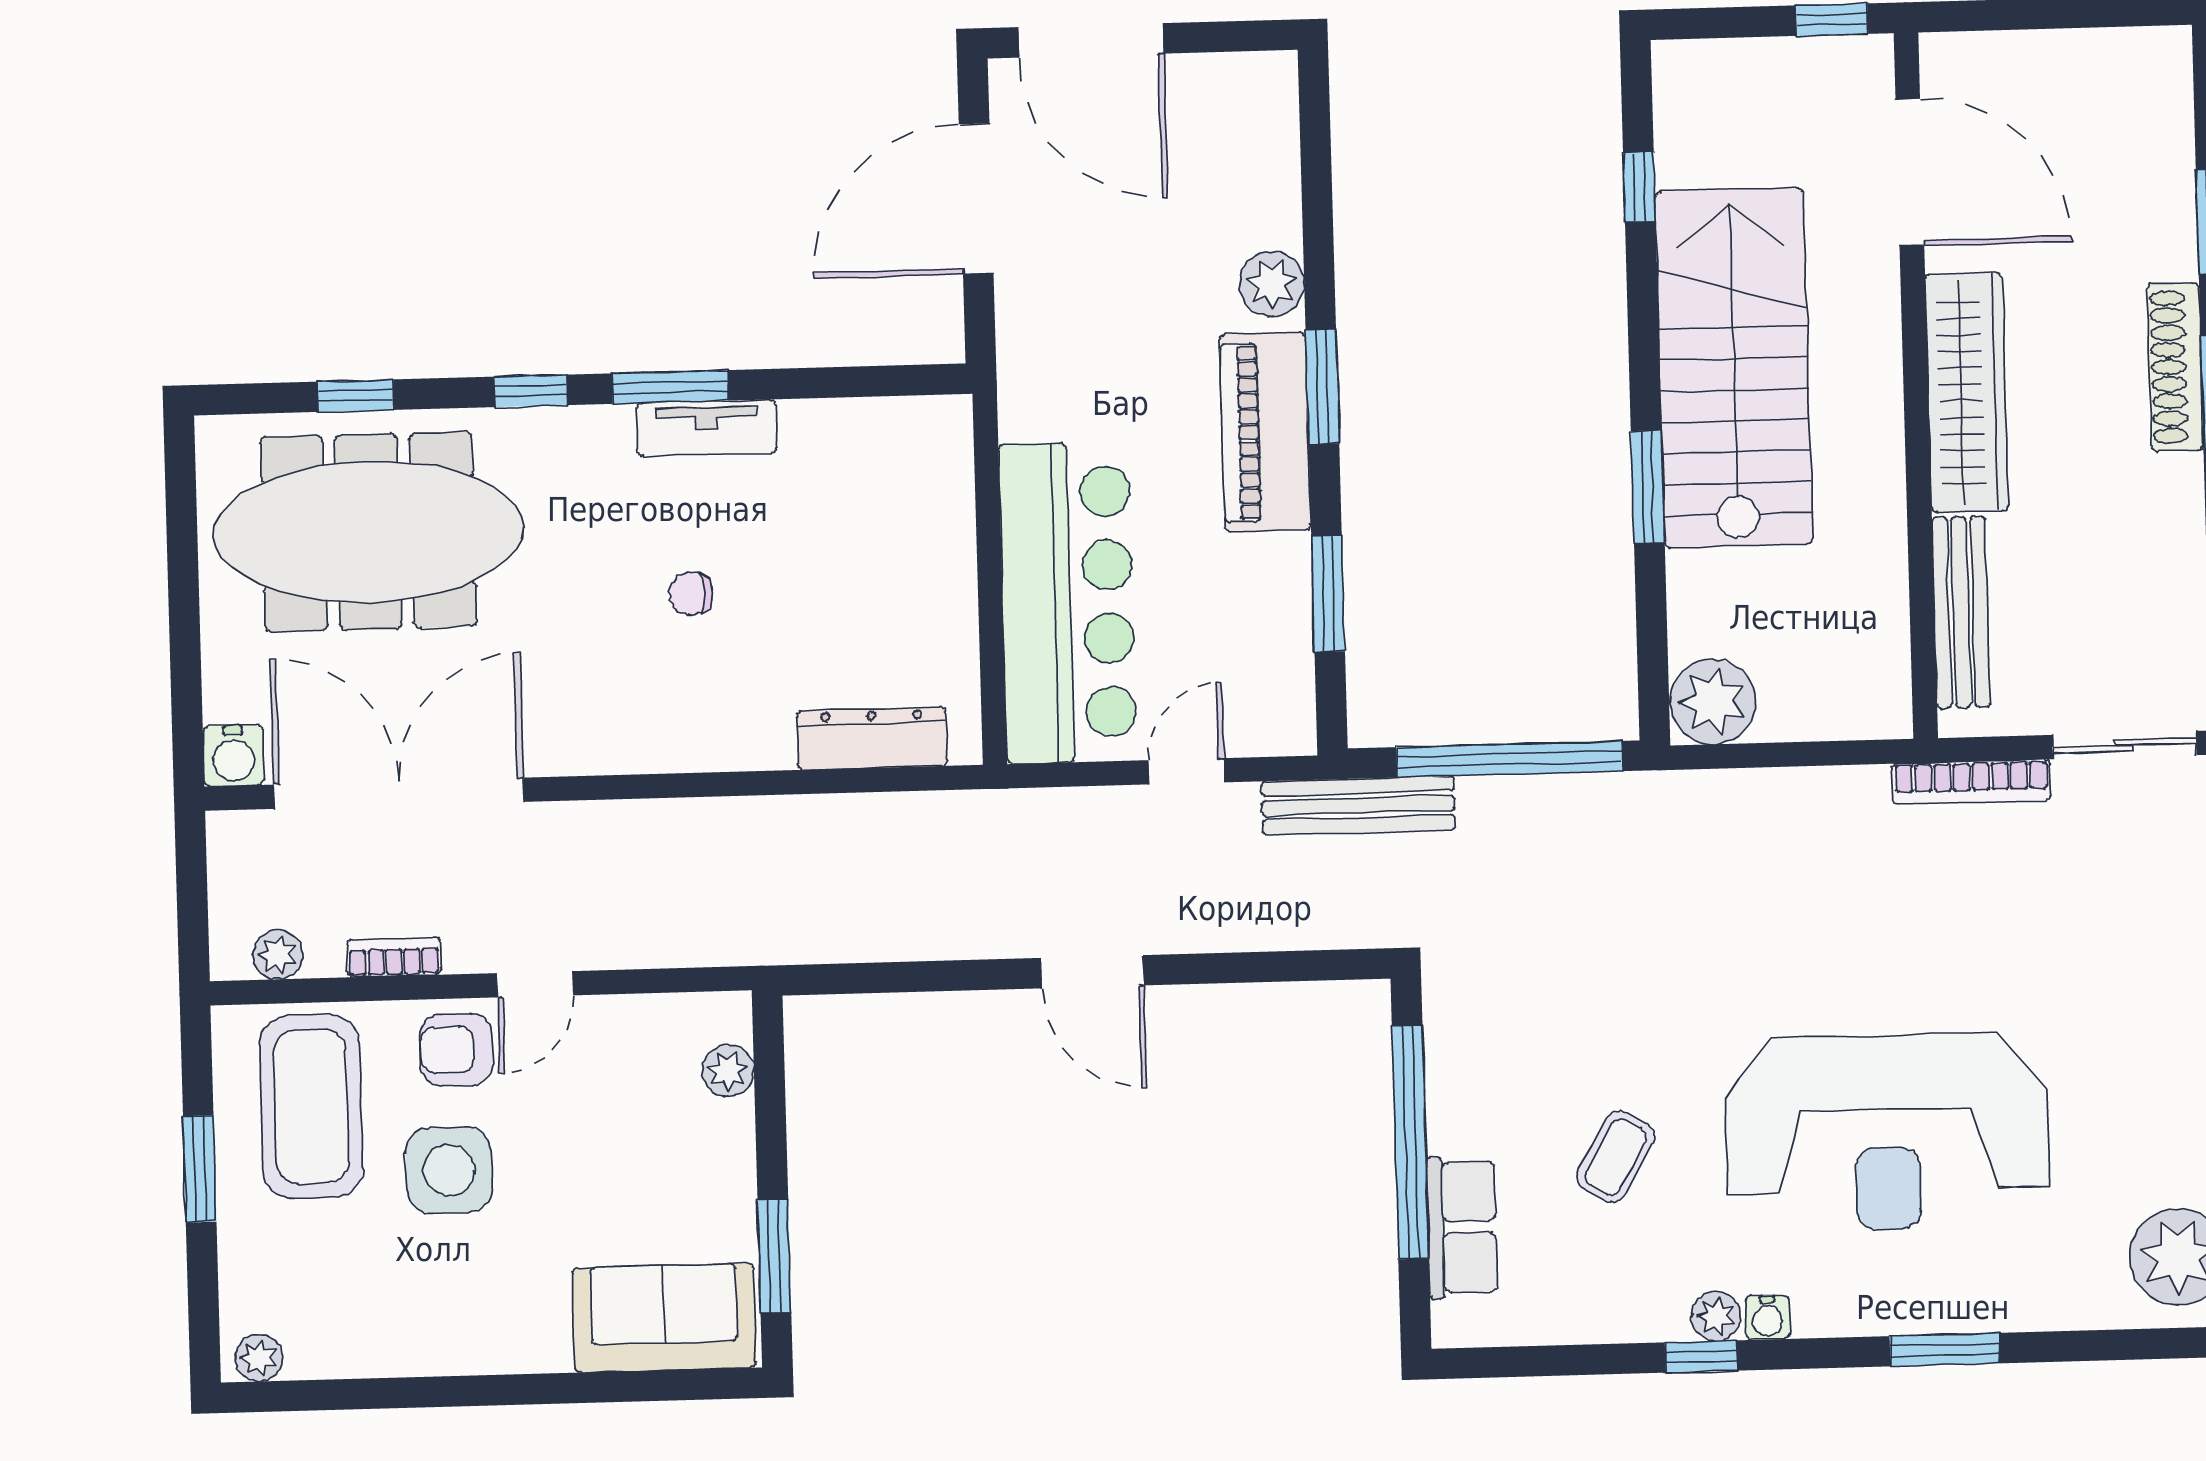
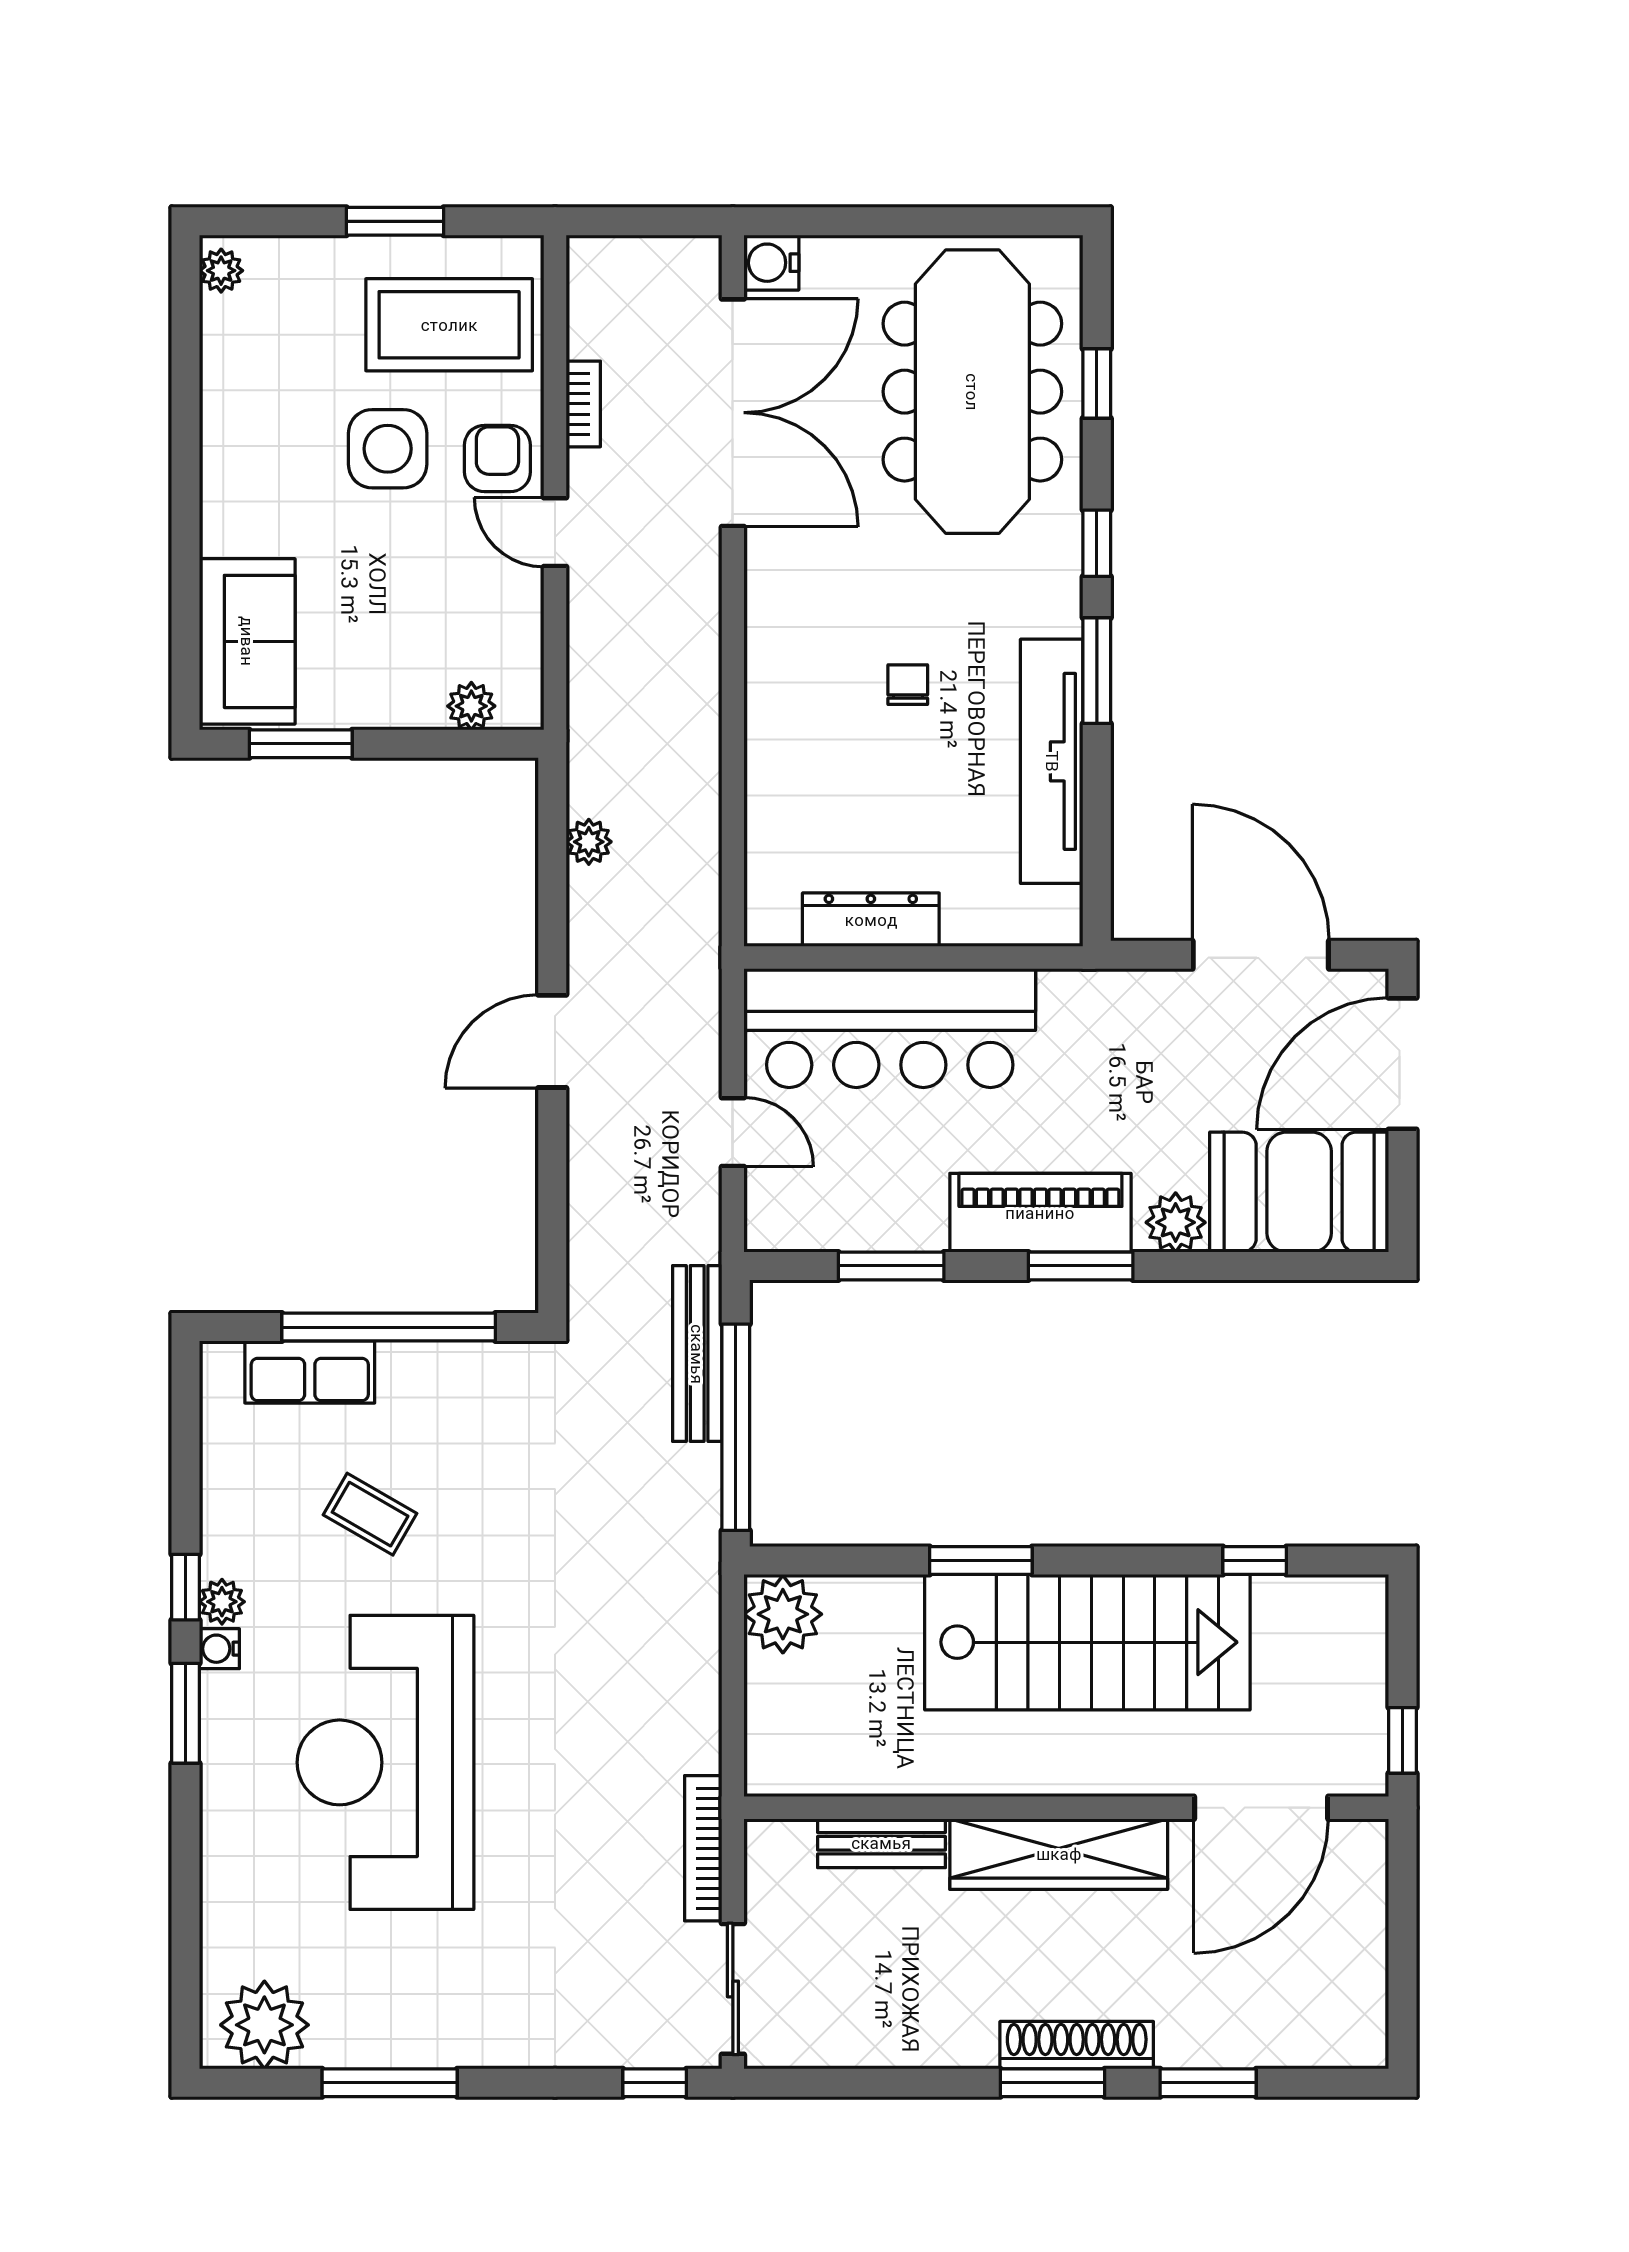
booth: (1235, 150) -> (1299, 1192), added
tv unit: (707, 428) -> (1052, 761), width x1.92, depth x1.29
bench: (1961, 612) -> (881, 1843), width x0.73
dresser: (872, 739) -> (871, 920), moved, turned -90
bench: (1358, 806) -> (697, 1354), moved
plant: (278, 955) -> (589, 842), moved
window: (1945, 1350) -> (186, 1713), moved

